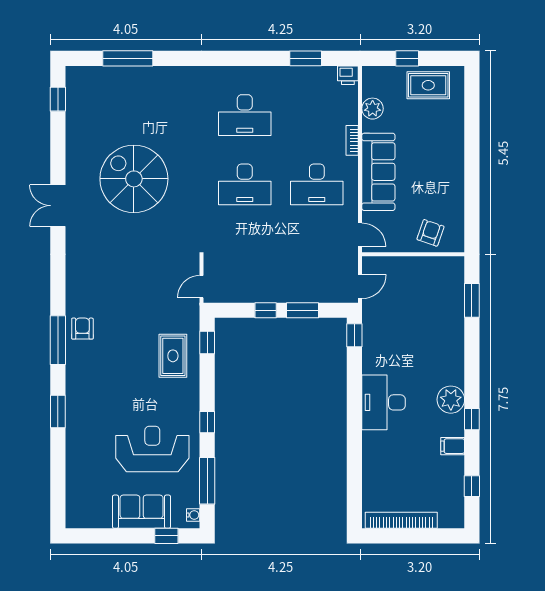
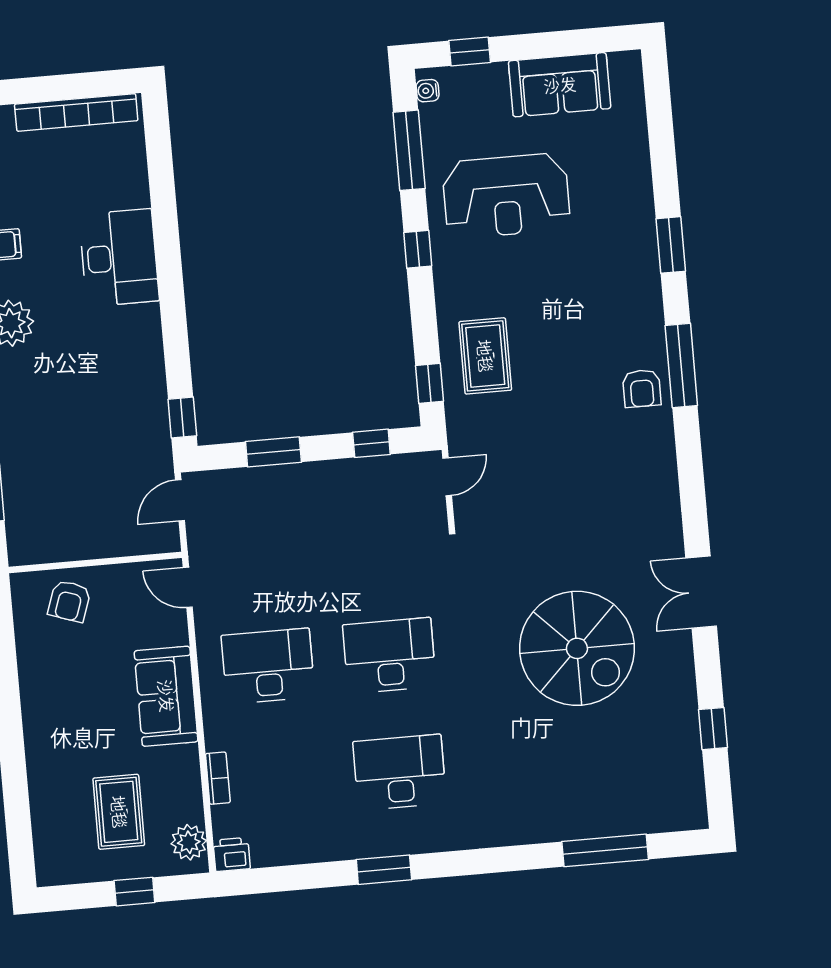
window: (306, 58) -> (384, 870), moved
rug: (428, 85) -> (119, 812), moved, turned 90
window: (58, 99) -> (713, 729), moved
plant: (373, 109) -> (189, 842), moved
bookcase: (352, 140) -> (218, 778), moved
sofa: (378, 172) -> (166, 696), width x0.73
double door: (58, 206) -> (701, 592), swing flipped
window: (266, 310) -> (371, 443), moved
desk: (384, 402) -> (119, 258), moved
sofa: (142, 512) -> (560, 85), moved

